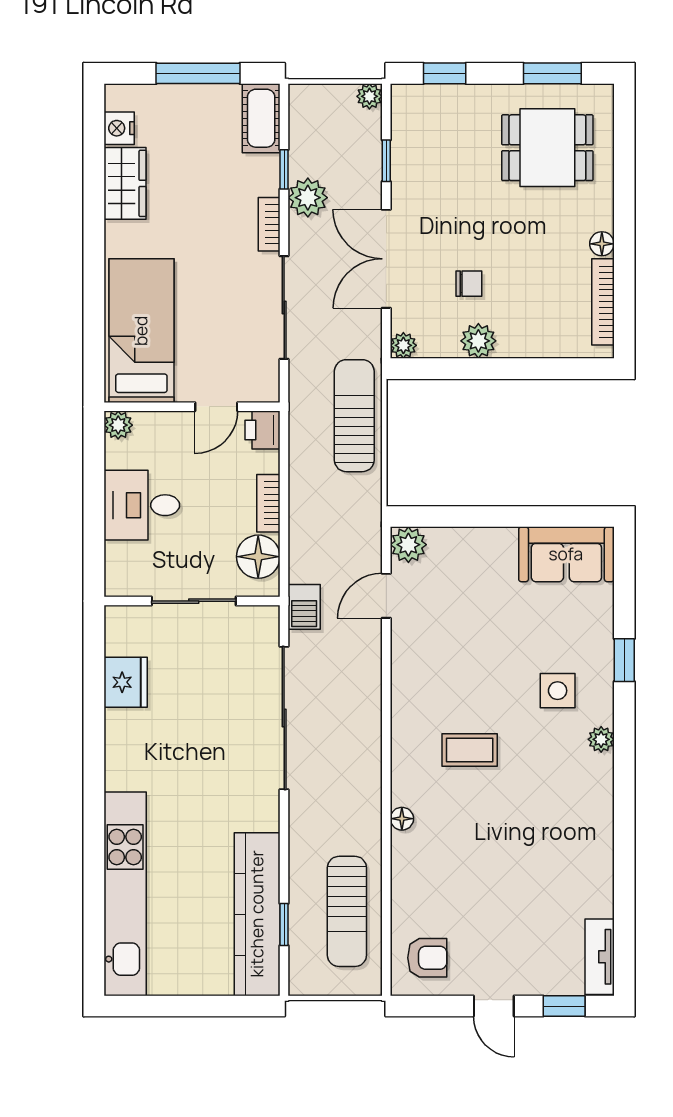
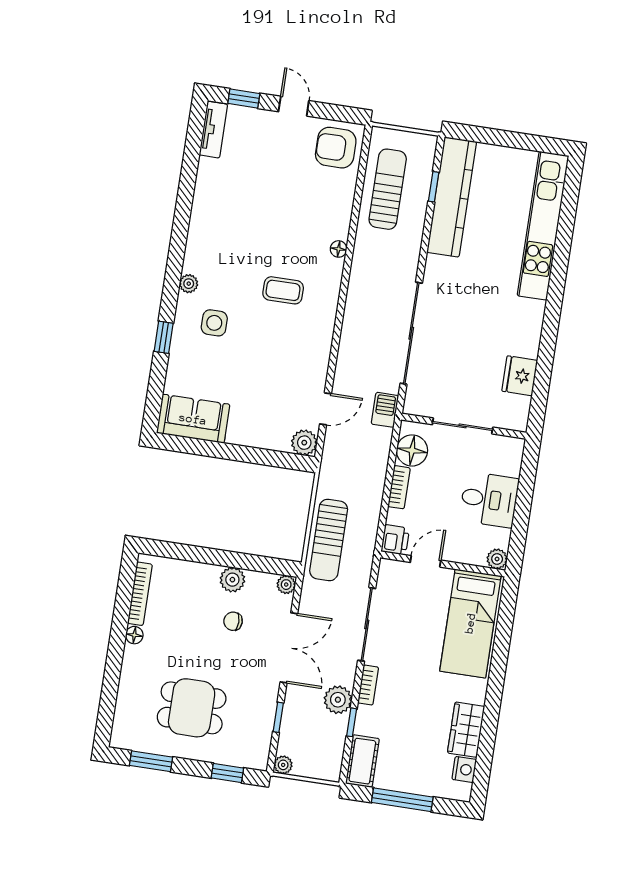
dining table: (547, 148) -> (192, 708), moved
armchair: (427, 958) -> (336, 148), width x1.38, depth x1.38

